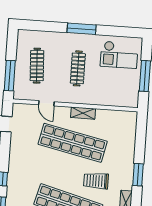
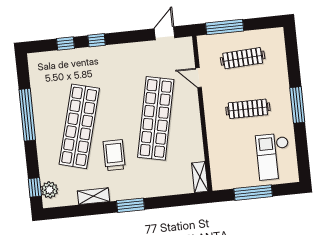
door: (46, 103) -> (199, 78), hinge flipped
shelving: (83, 113) -> (200, 177), moved

